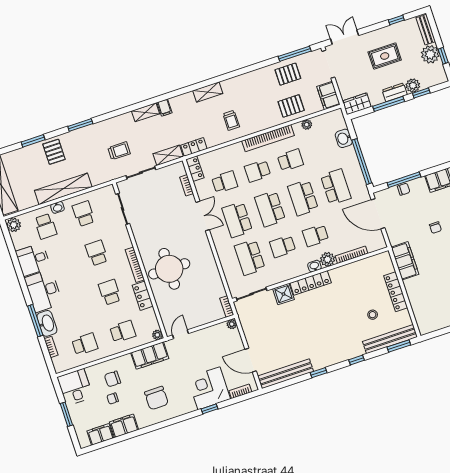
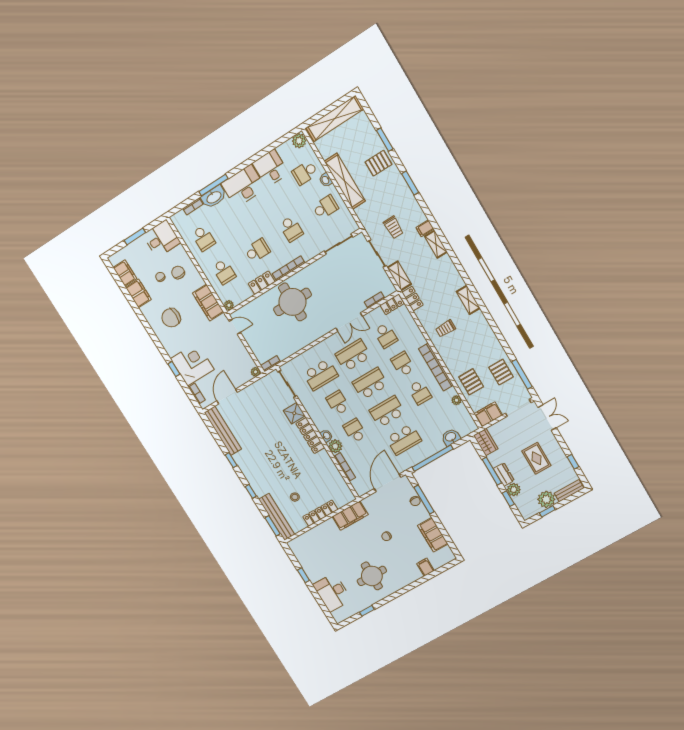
filing cabinet: (165, 108) -> (425, 228), moved
school desk: (97, 253) -> (291, 229), turned 90
school desk: (250, 257) -> (321, 375), turned 180

